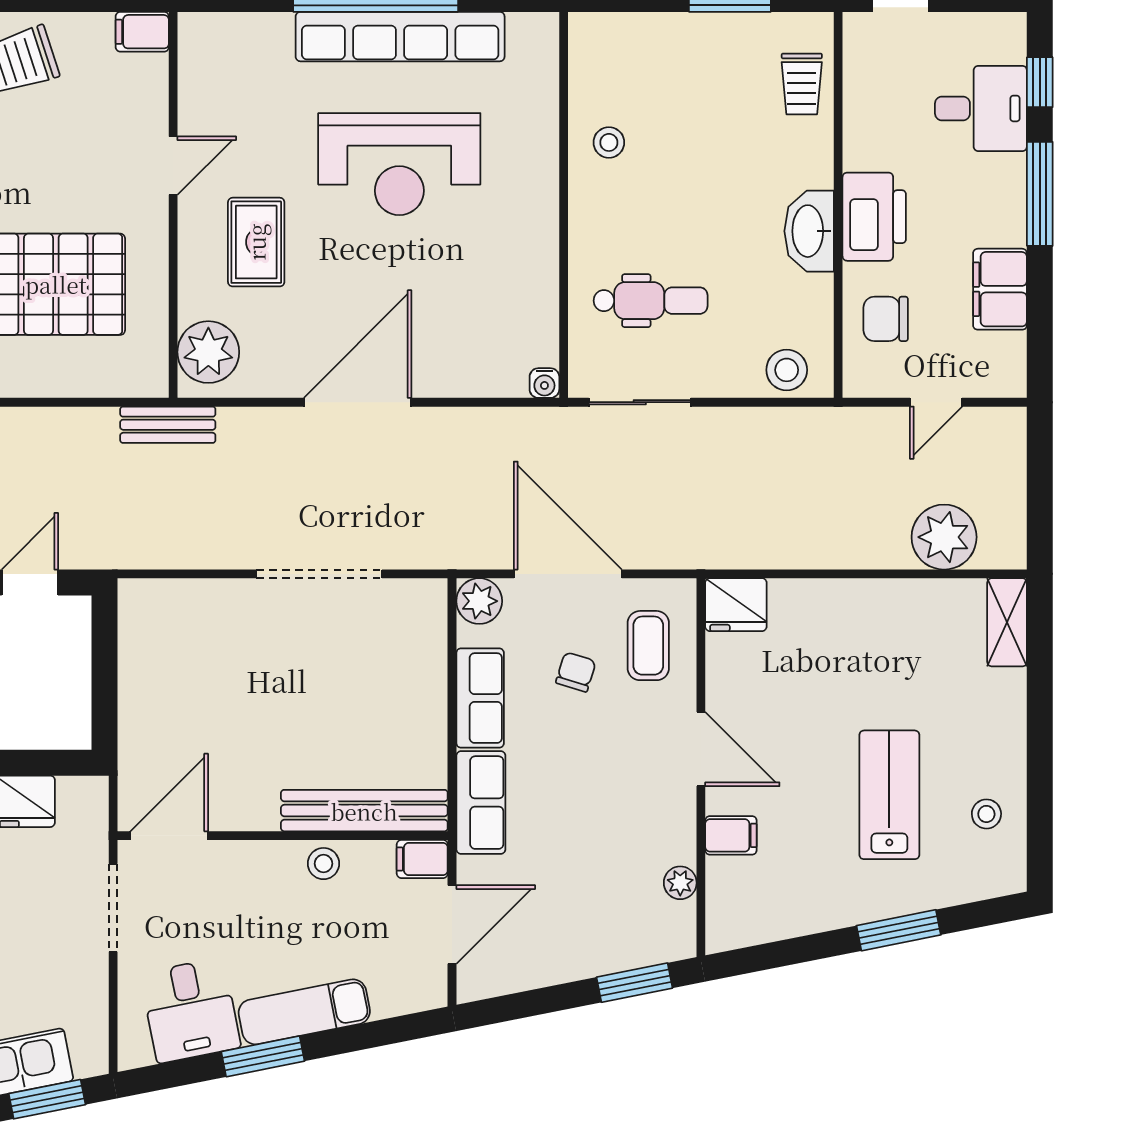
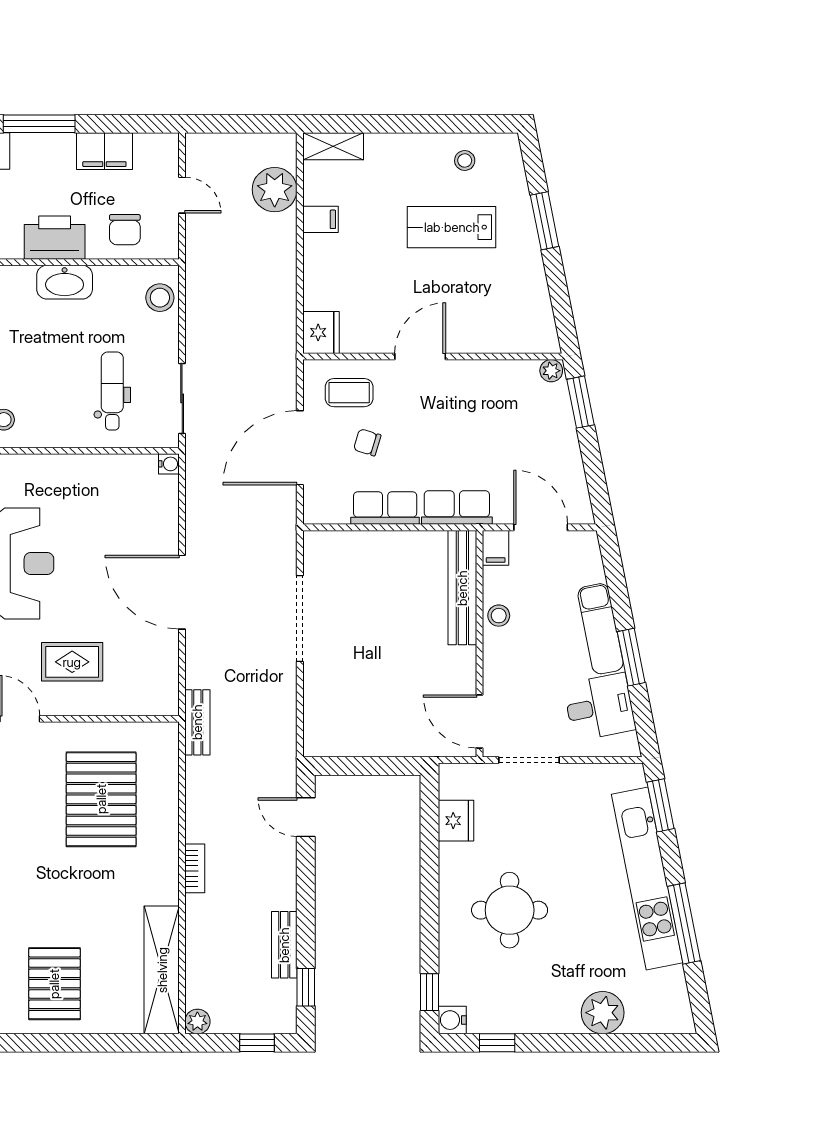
plant: (208, 352) -> (148, 695), removed
plant: (479, 601) -> (319, 509), removed
filing cabinet: (731, 835) -> (320, 219), moved, turned 90
plant: (680, 883) -> (551, 371), moved

